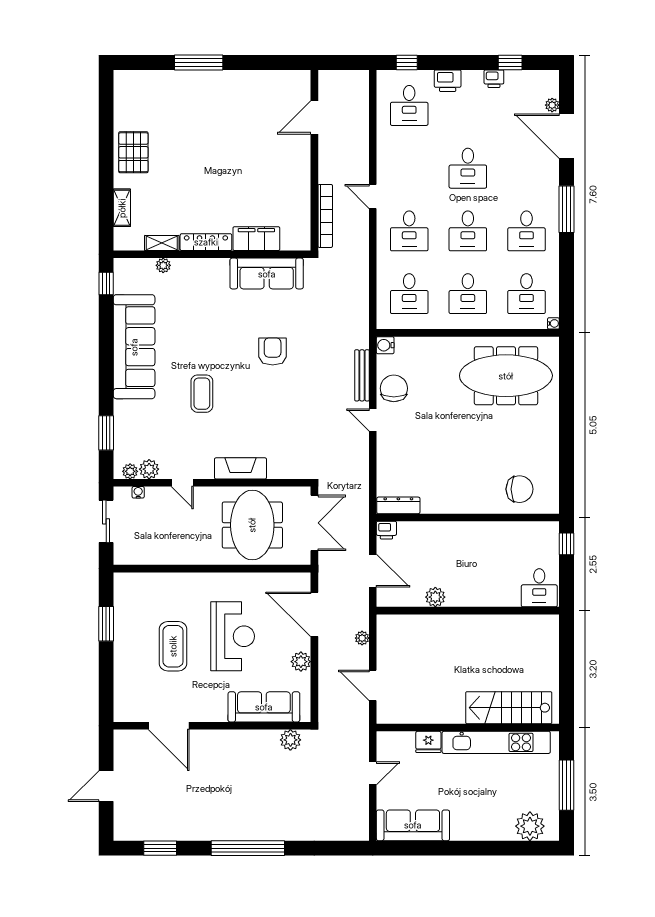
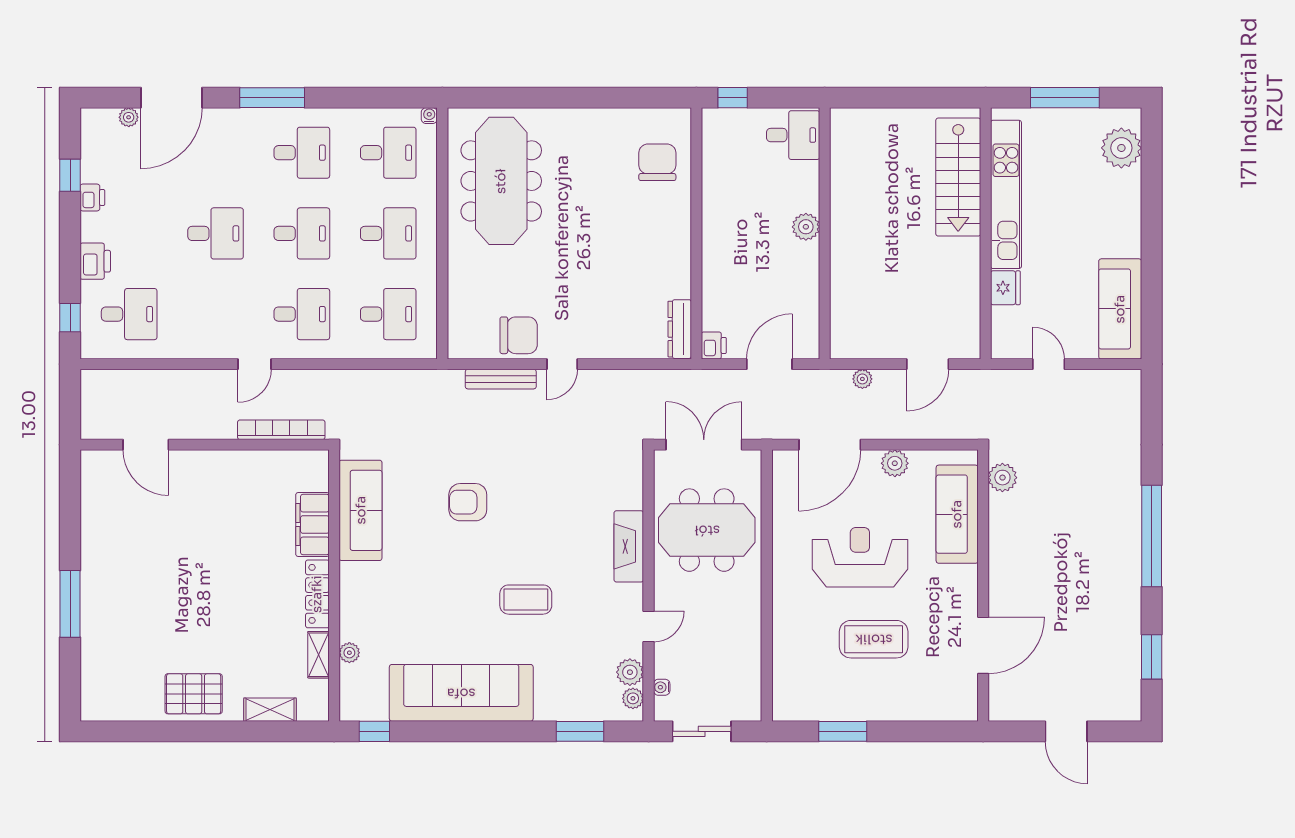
water cooler: (385, 345) -> (459, 347), removed
chair: (394, 388) -> (519, 335), turned 180
plant: (435, 597) -> (806, 227), moved

